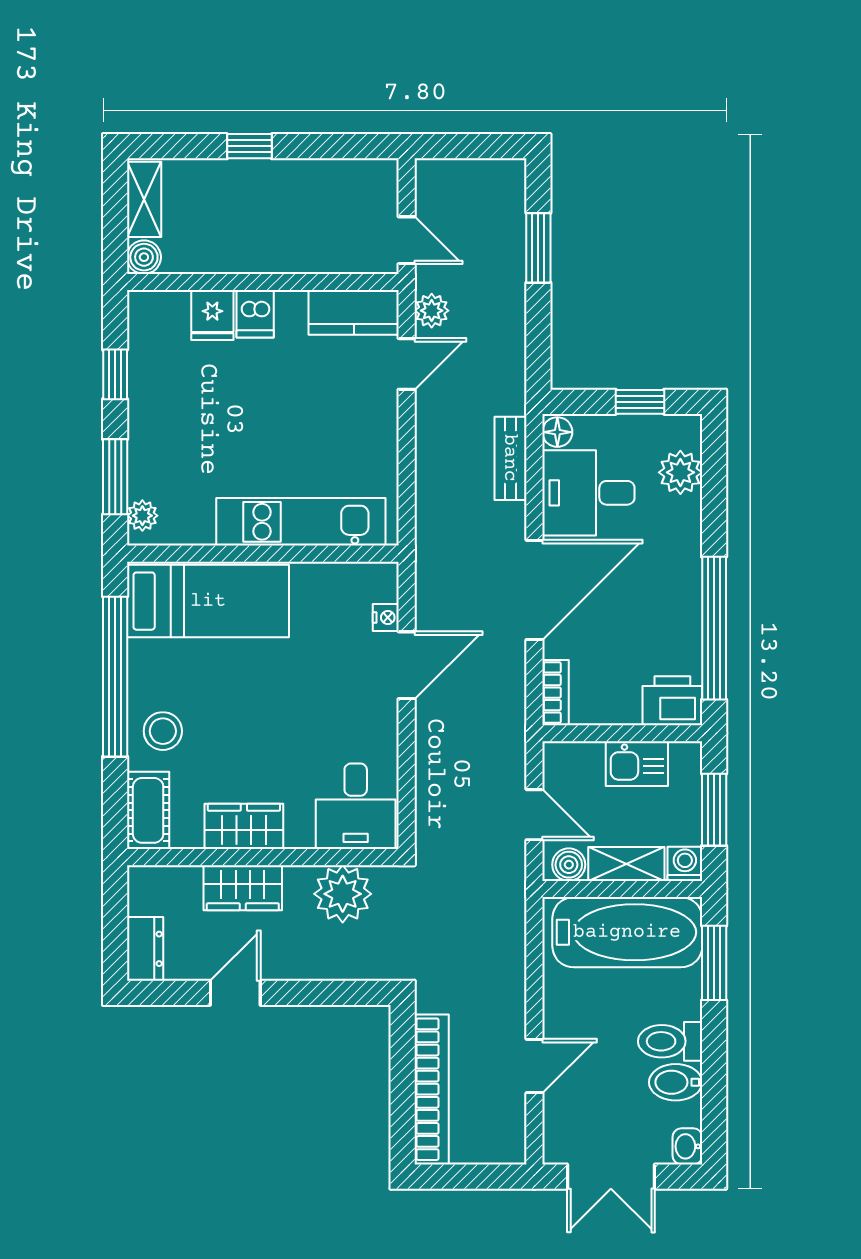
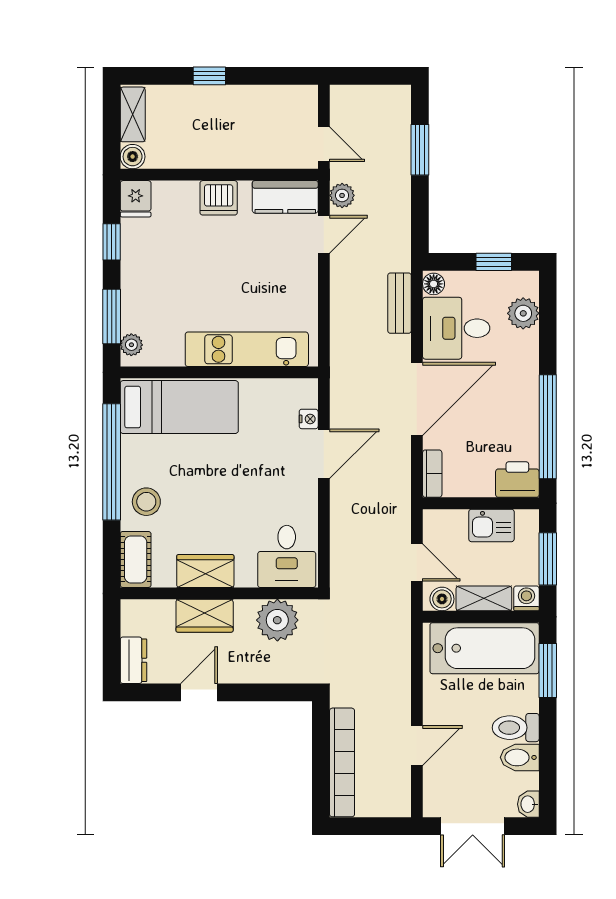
dishwasher: (255, 314) -> (219, 198), width x1.38
fridge: (212, 315) -> (136, 199), moved

